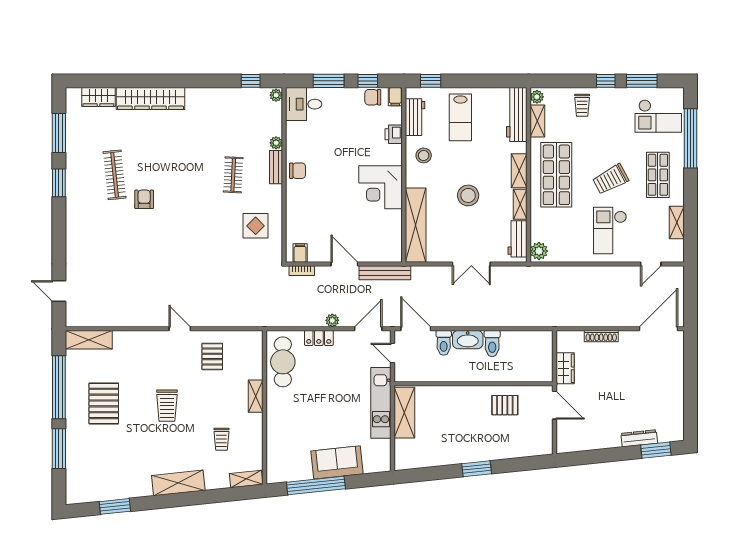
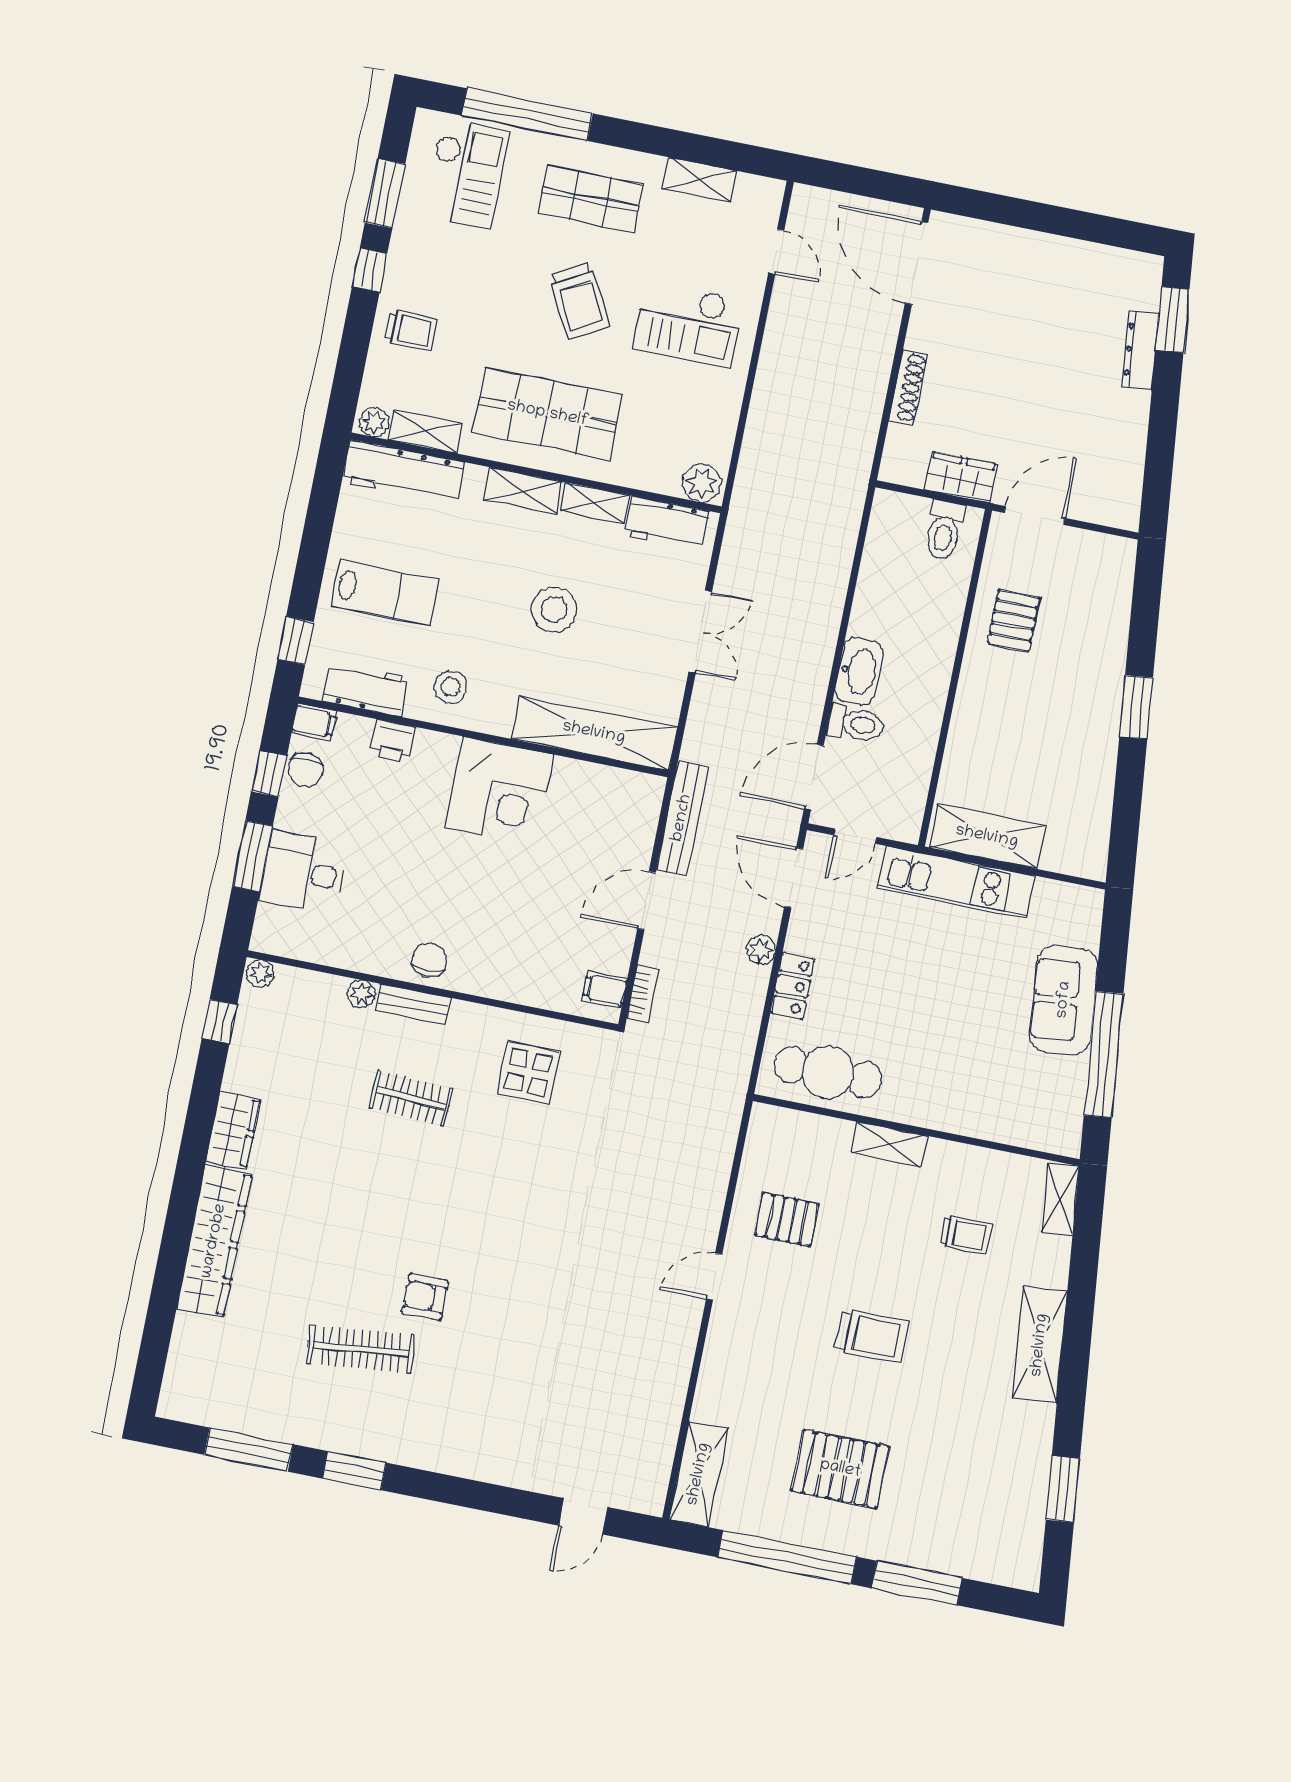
wardrobe: (98, 97) -> (233, 1130), moved
desk: (304, 104) -> (303, 873), moved, turned 90
toilet: (492, 344) -> (944, 530), moved, turned 90

